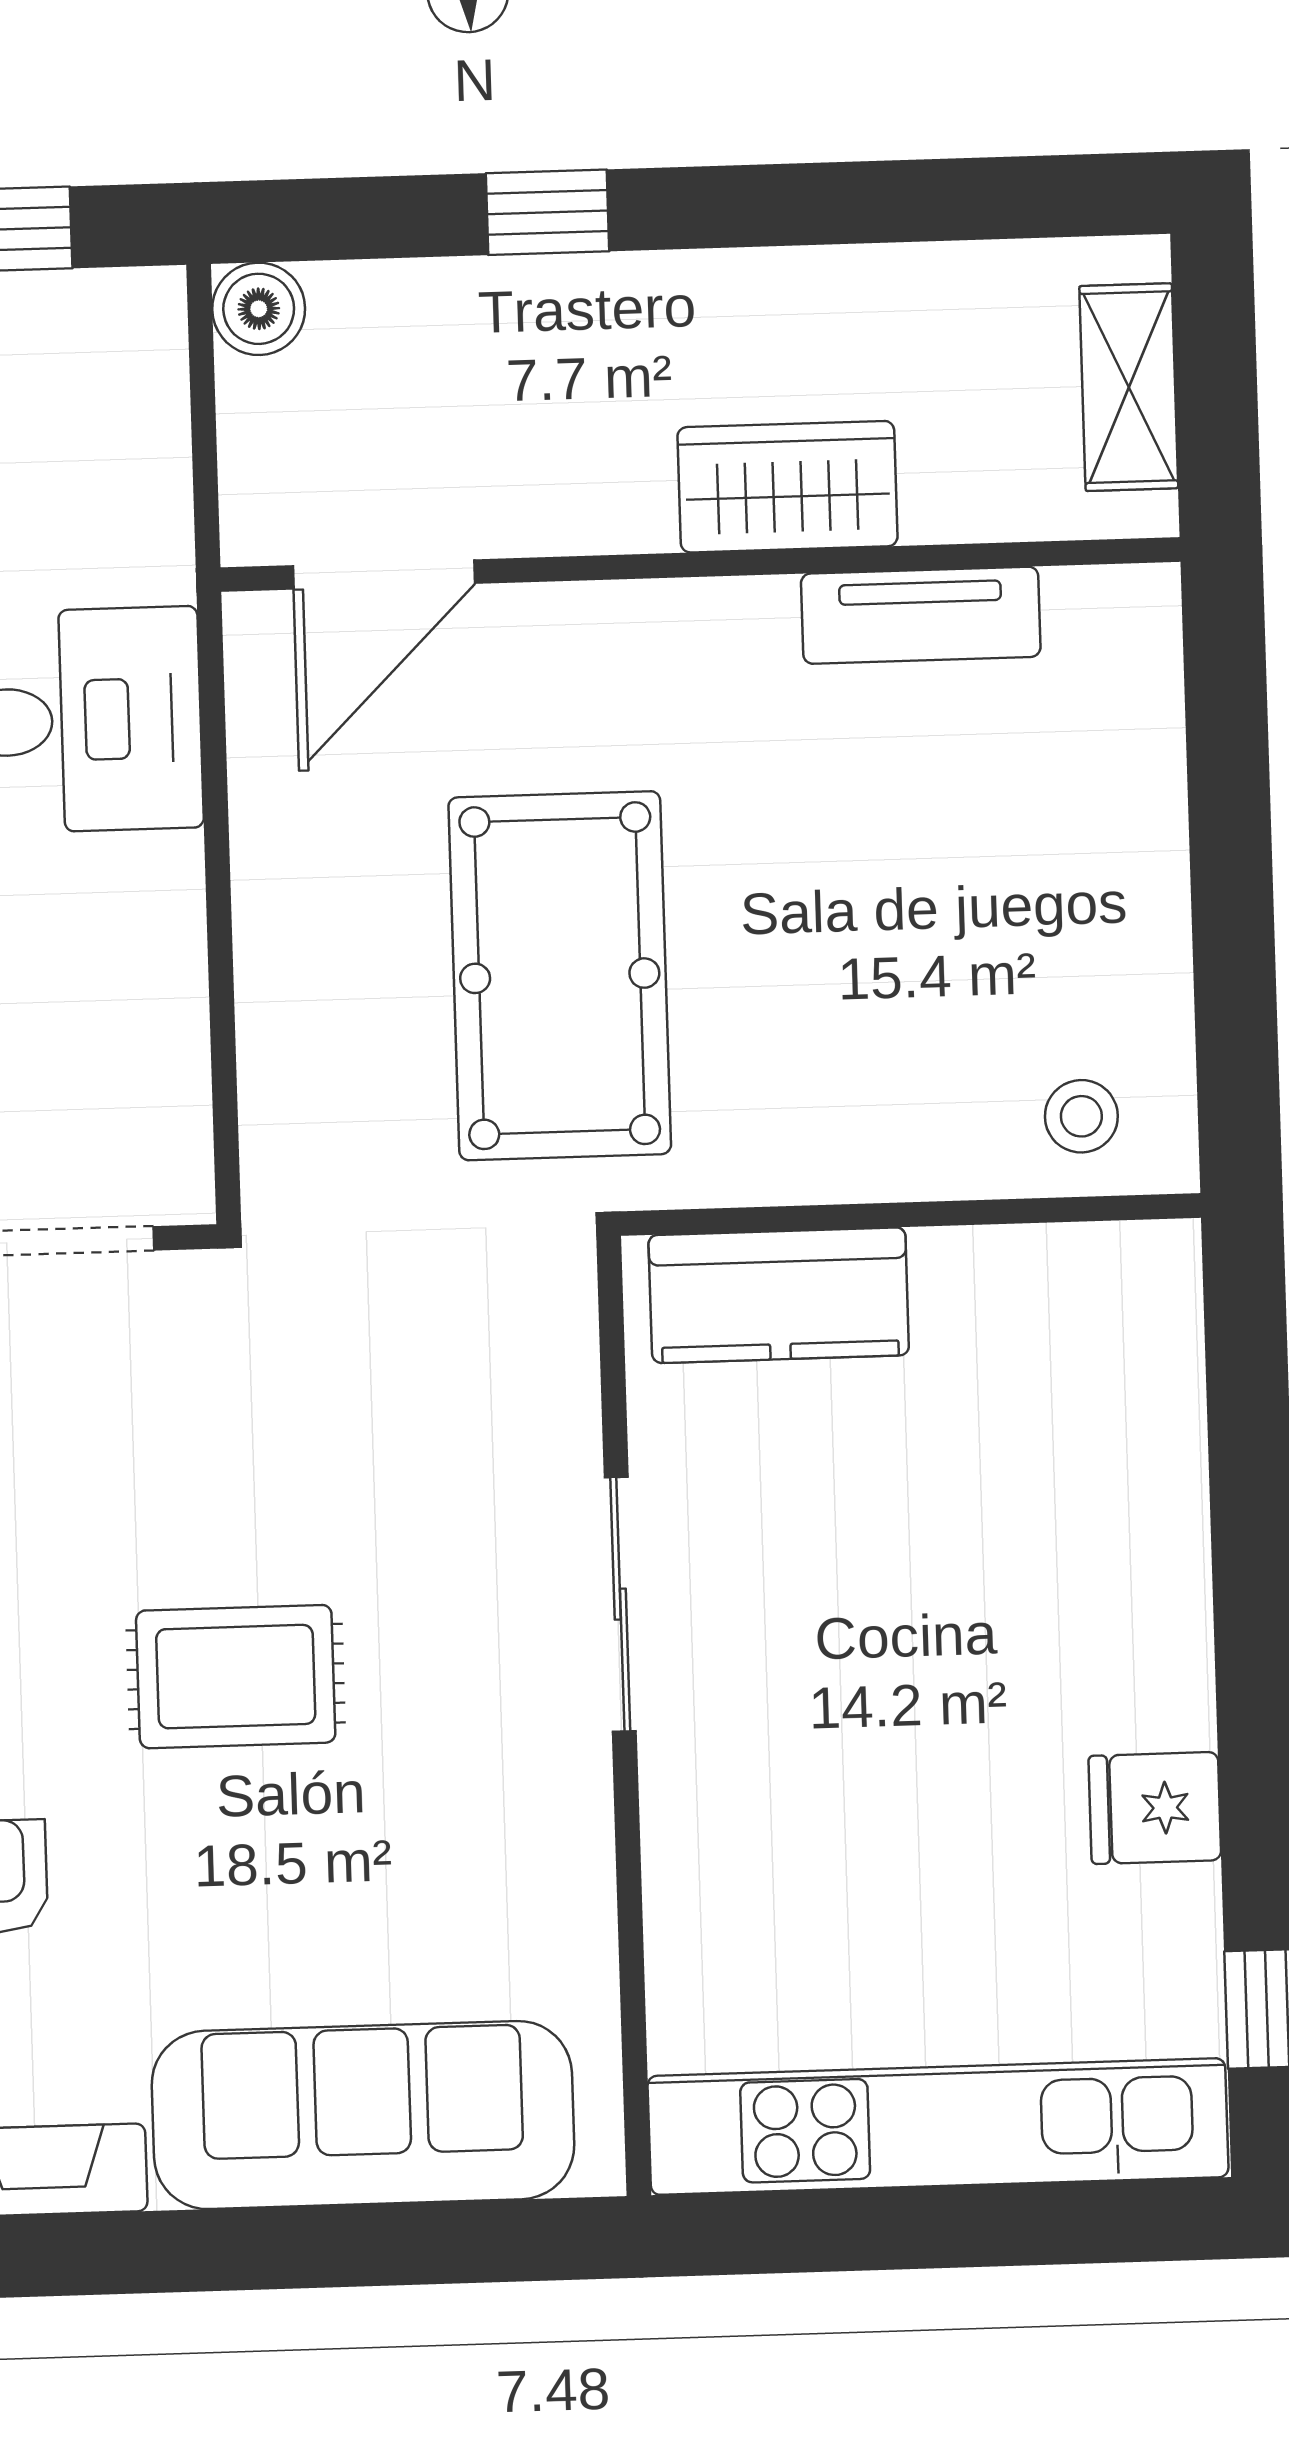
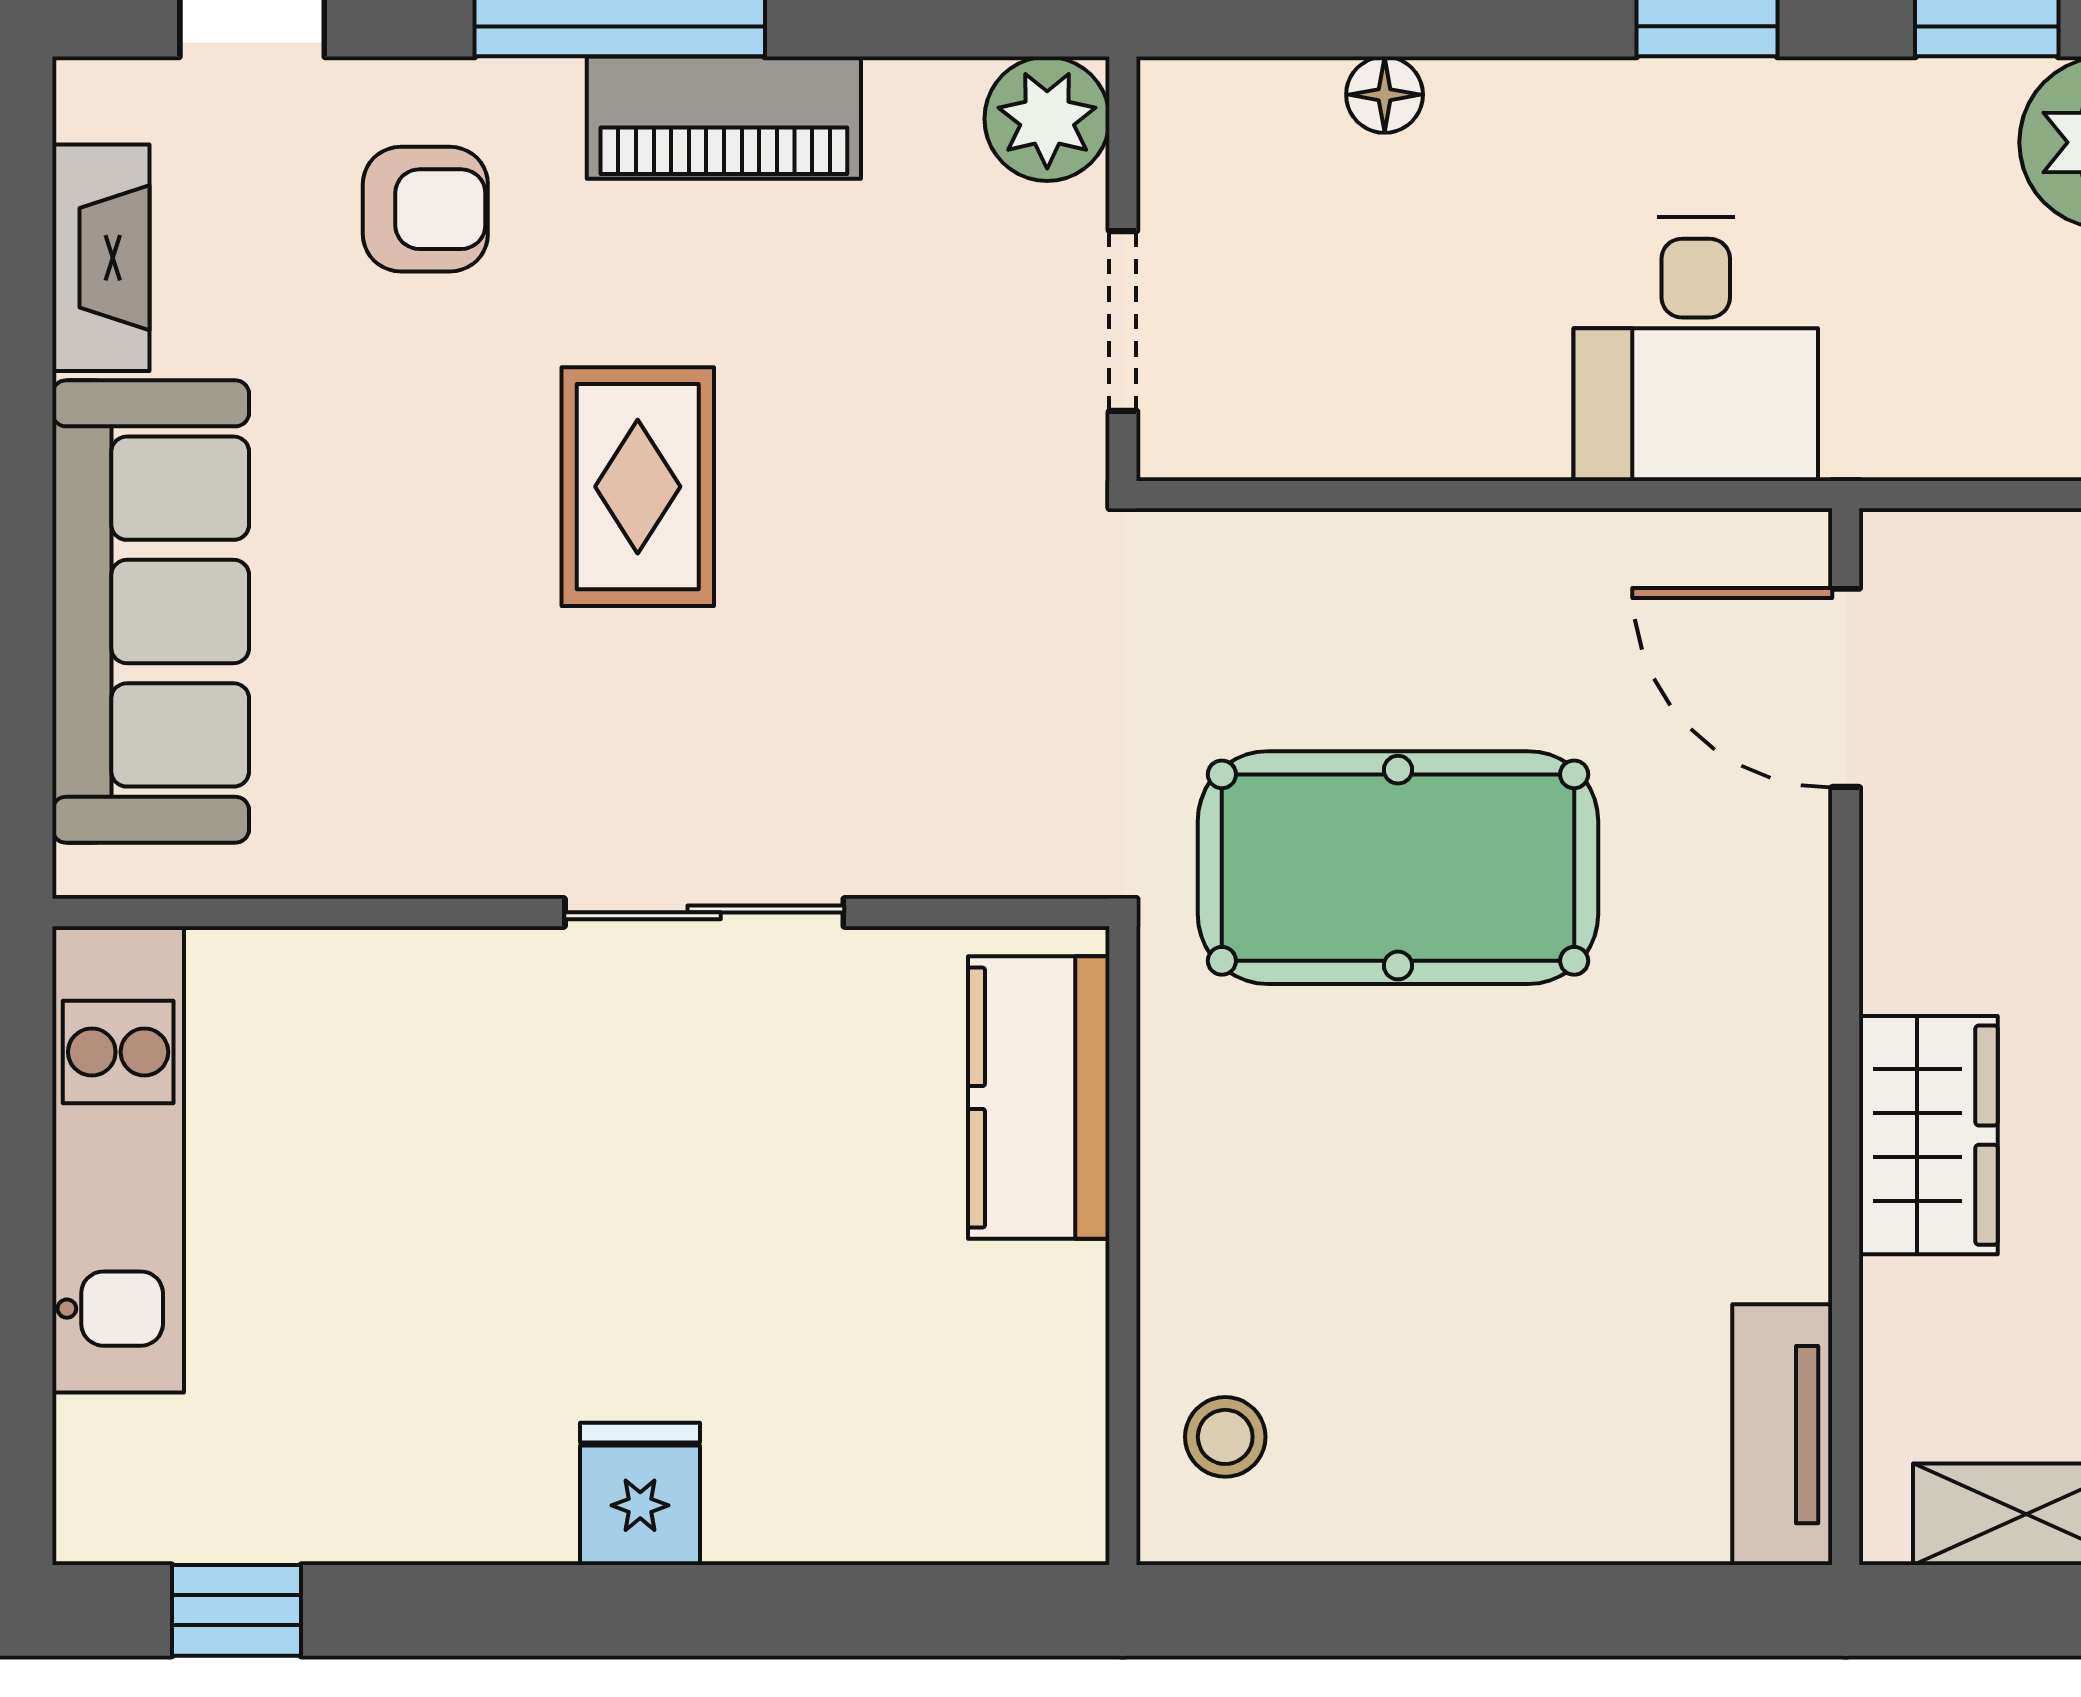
tv unit: (921, 615) -> (1782, 1435), moved
fridge: (1155, 1808) -> (640, 1494), moved
kitchen unit: (938, 2127) -> (118, 1159), width x0.73

